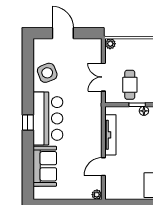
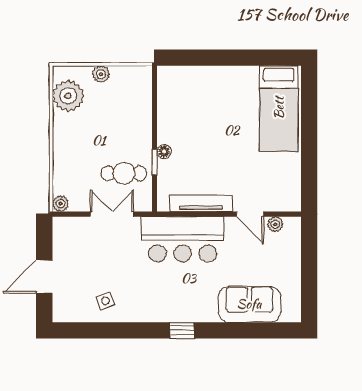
side table: (47, 73) -> (105, 301), width x0.54, depth x0.54
double door: (103, 77) -> (112, 214), swing flipped
bar counter: (48, 118) -> (183, 239), moved, turned 180
plant: (97, 195) -> (275, 224), moved

